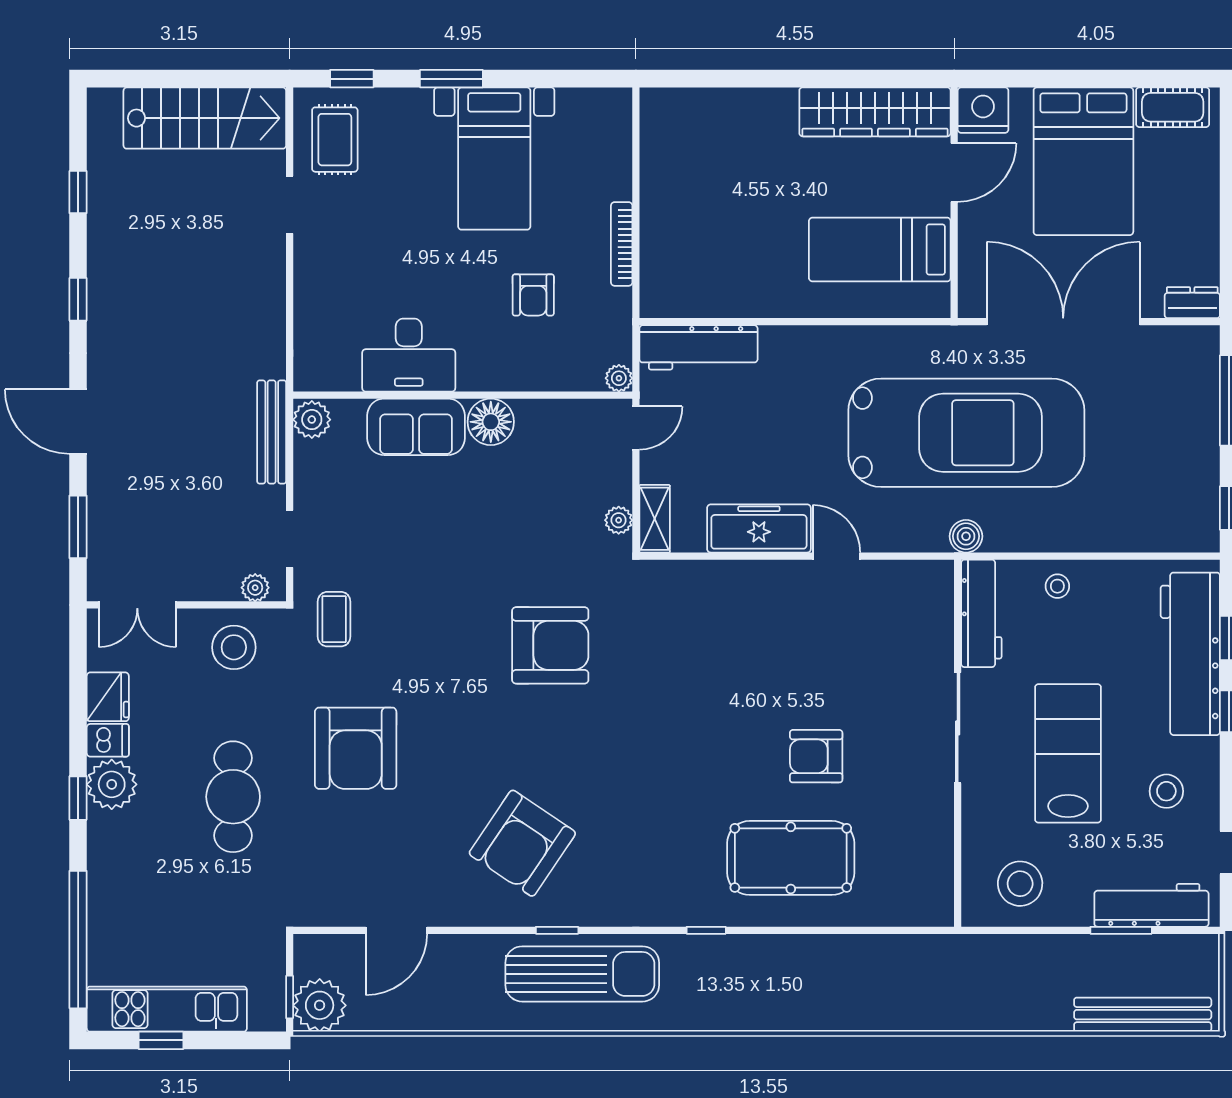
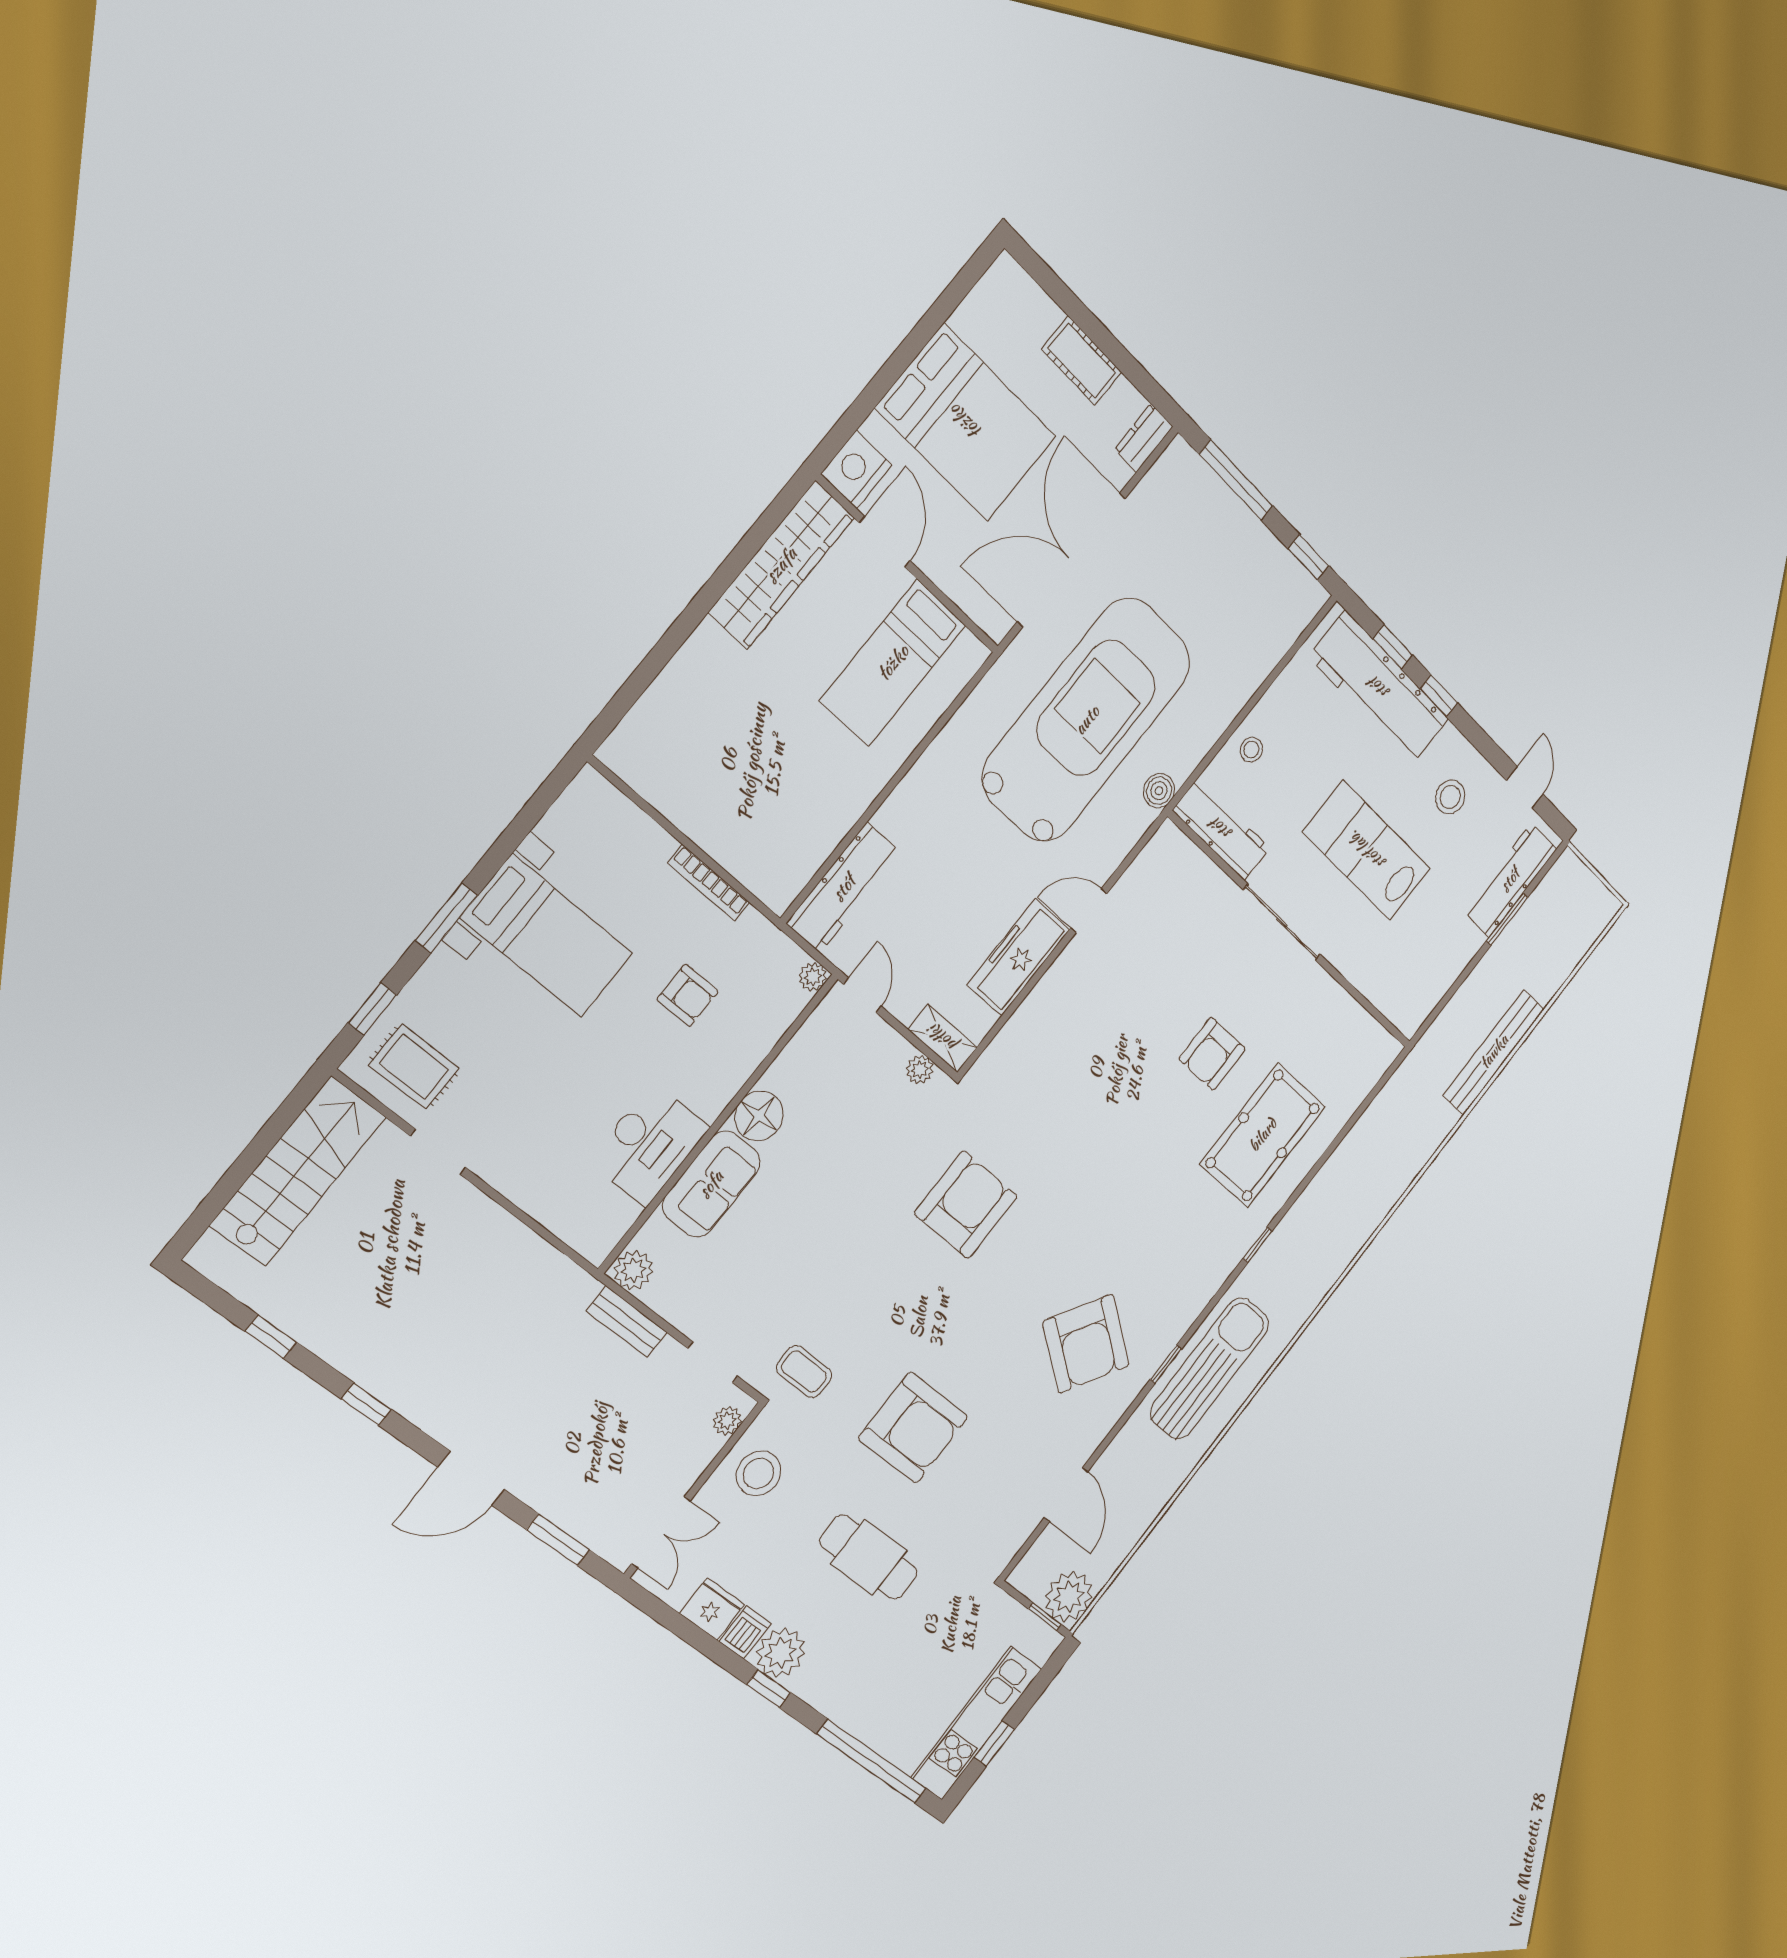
cot: (1173, 107) -> (1082, 361), moved, turned 90
bench: (272, 432) -> (627, 1322), width x0.73
stool: (1020, 884) -> (1419, 969), removed
bench: (1143, 1015) -> (1494, 1052), moved

